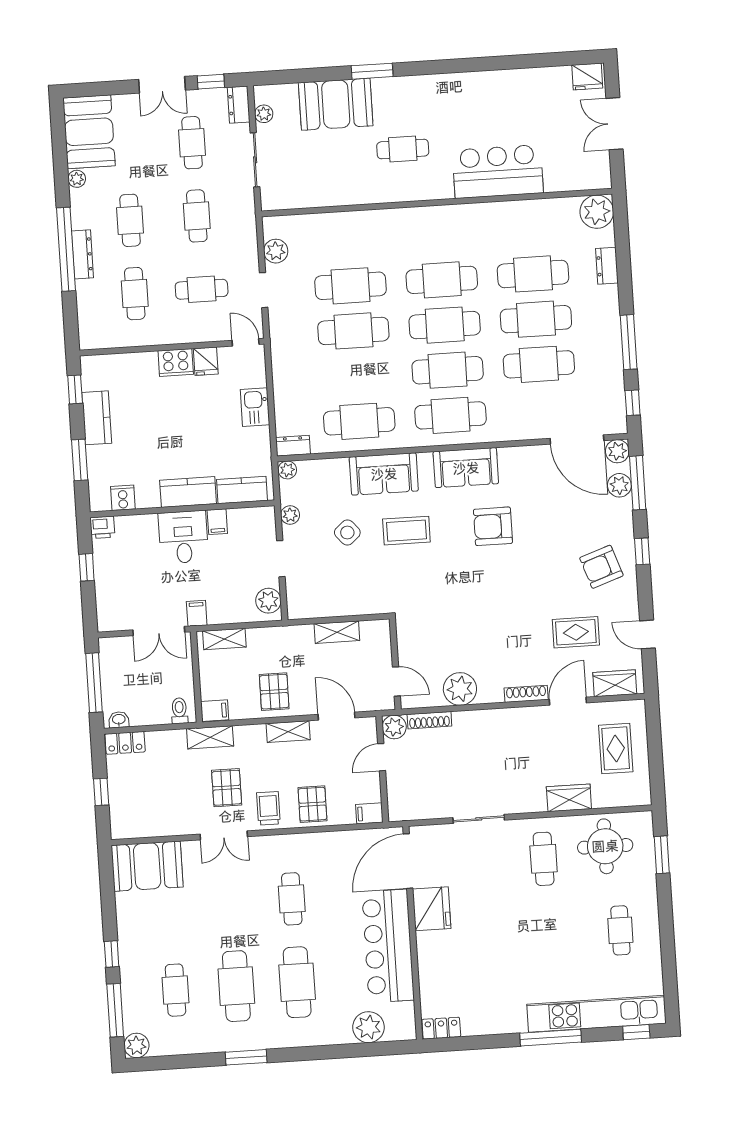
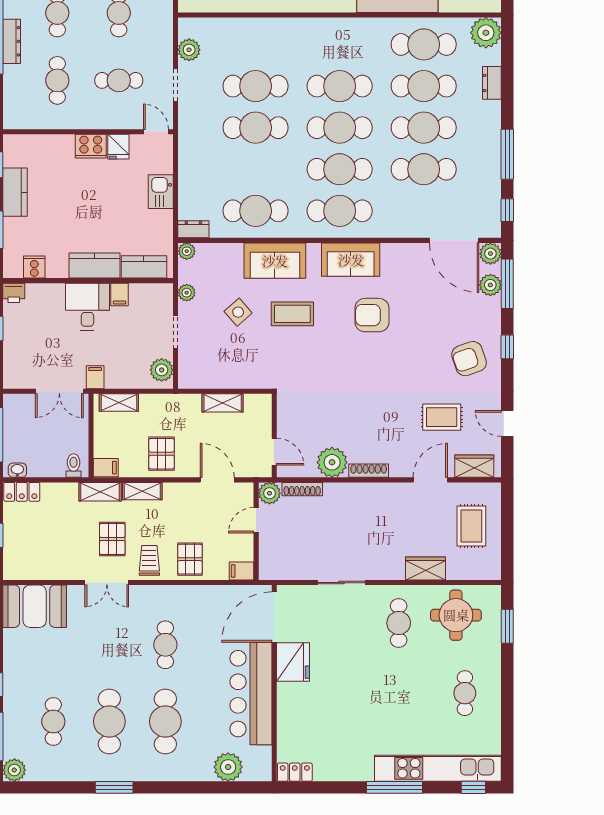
cafe table: (530, 229) -> (424, 44), added
shoe rack: (526, 694) -> (369, 471), moved
shelving: (288, 732) -> (142, 491), moved

